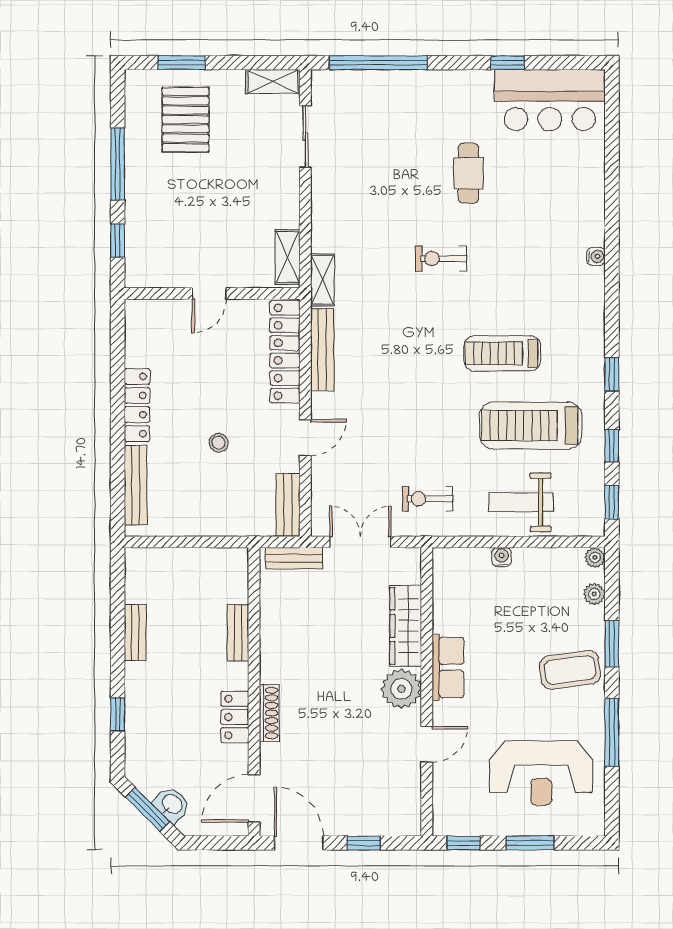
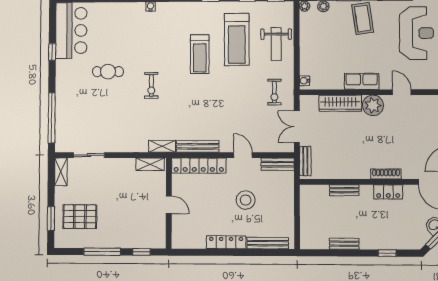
stool: (219, 443) -> (246, 200), width x1.89, depth x1.89
water cooler: (502, 557) -> (304, 81), moved

